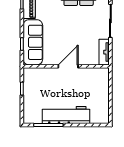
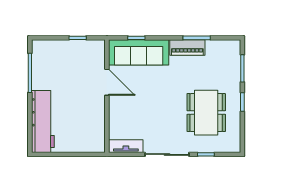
door: (68, 66) -> (107, 82), moved
workbench: (66, 115) -> (43, 122), moved

